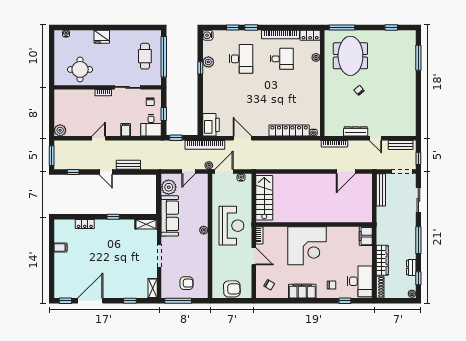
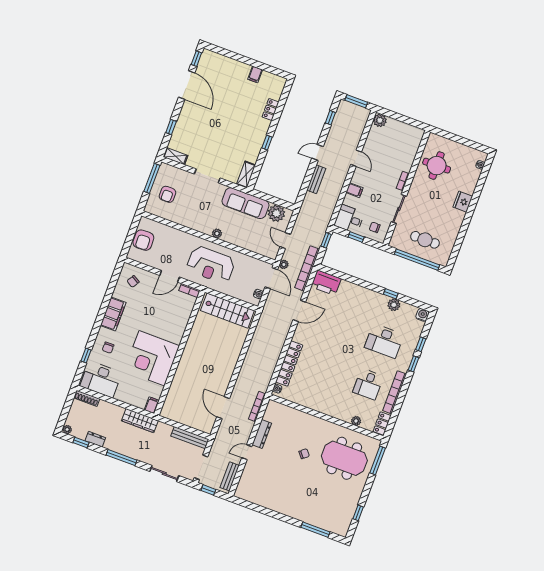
filing cabinet: (366, 236) -> (152, 405), width x0.50
corner desk: (307, 246) -> (152, 358), moved
wardrobe: (382, 260) -> (140, 421), moved

